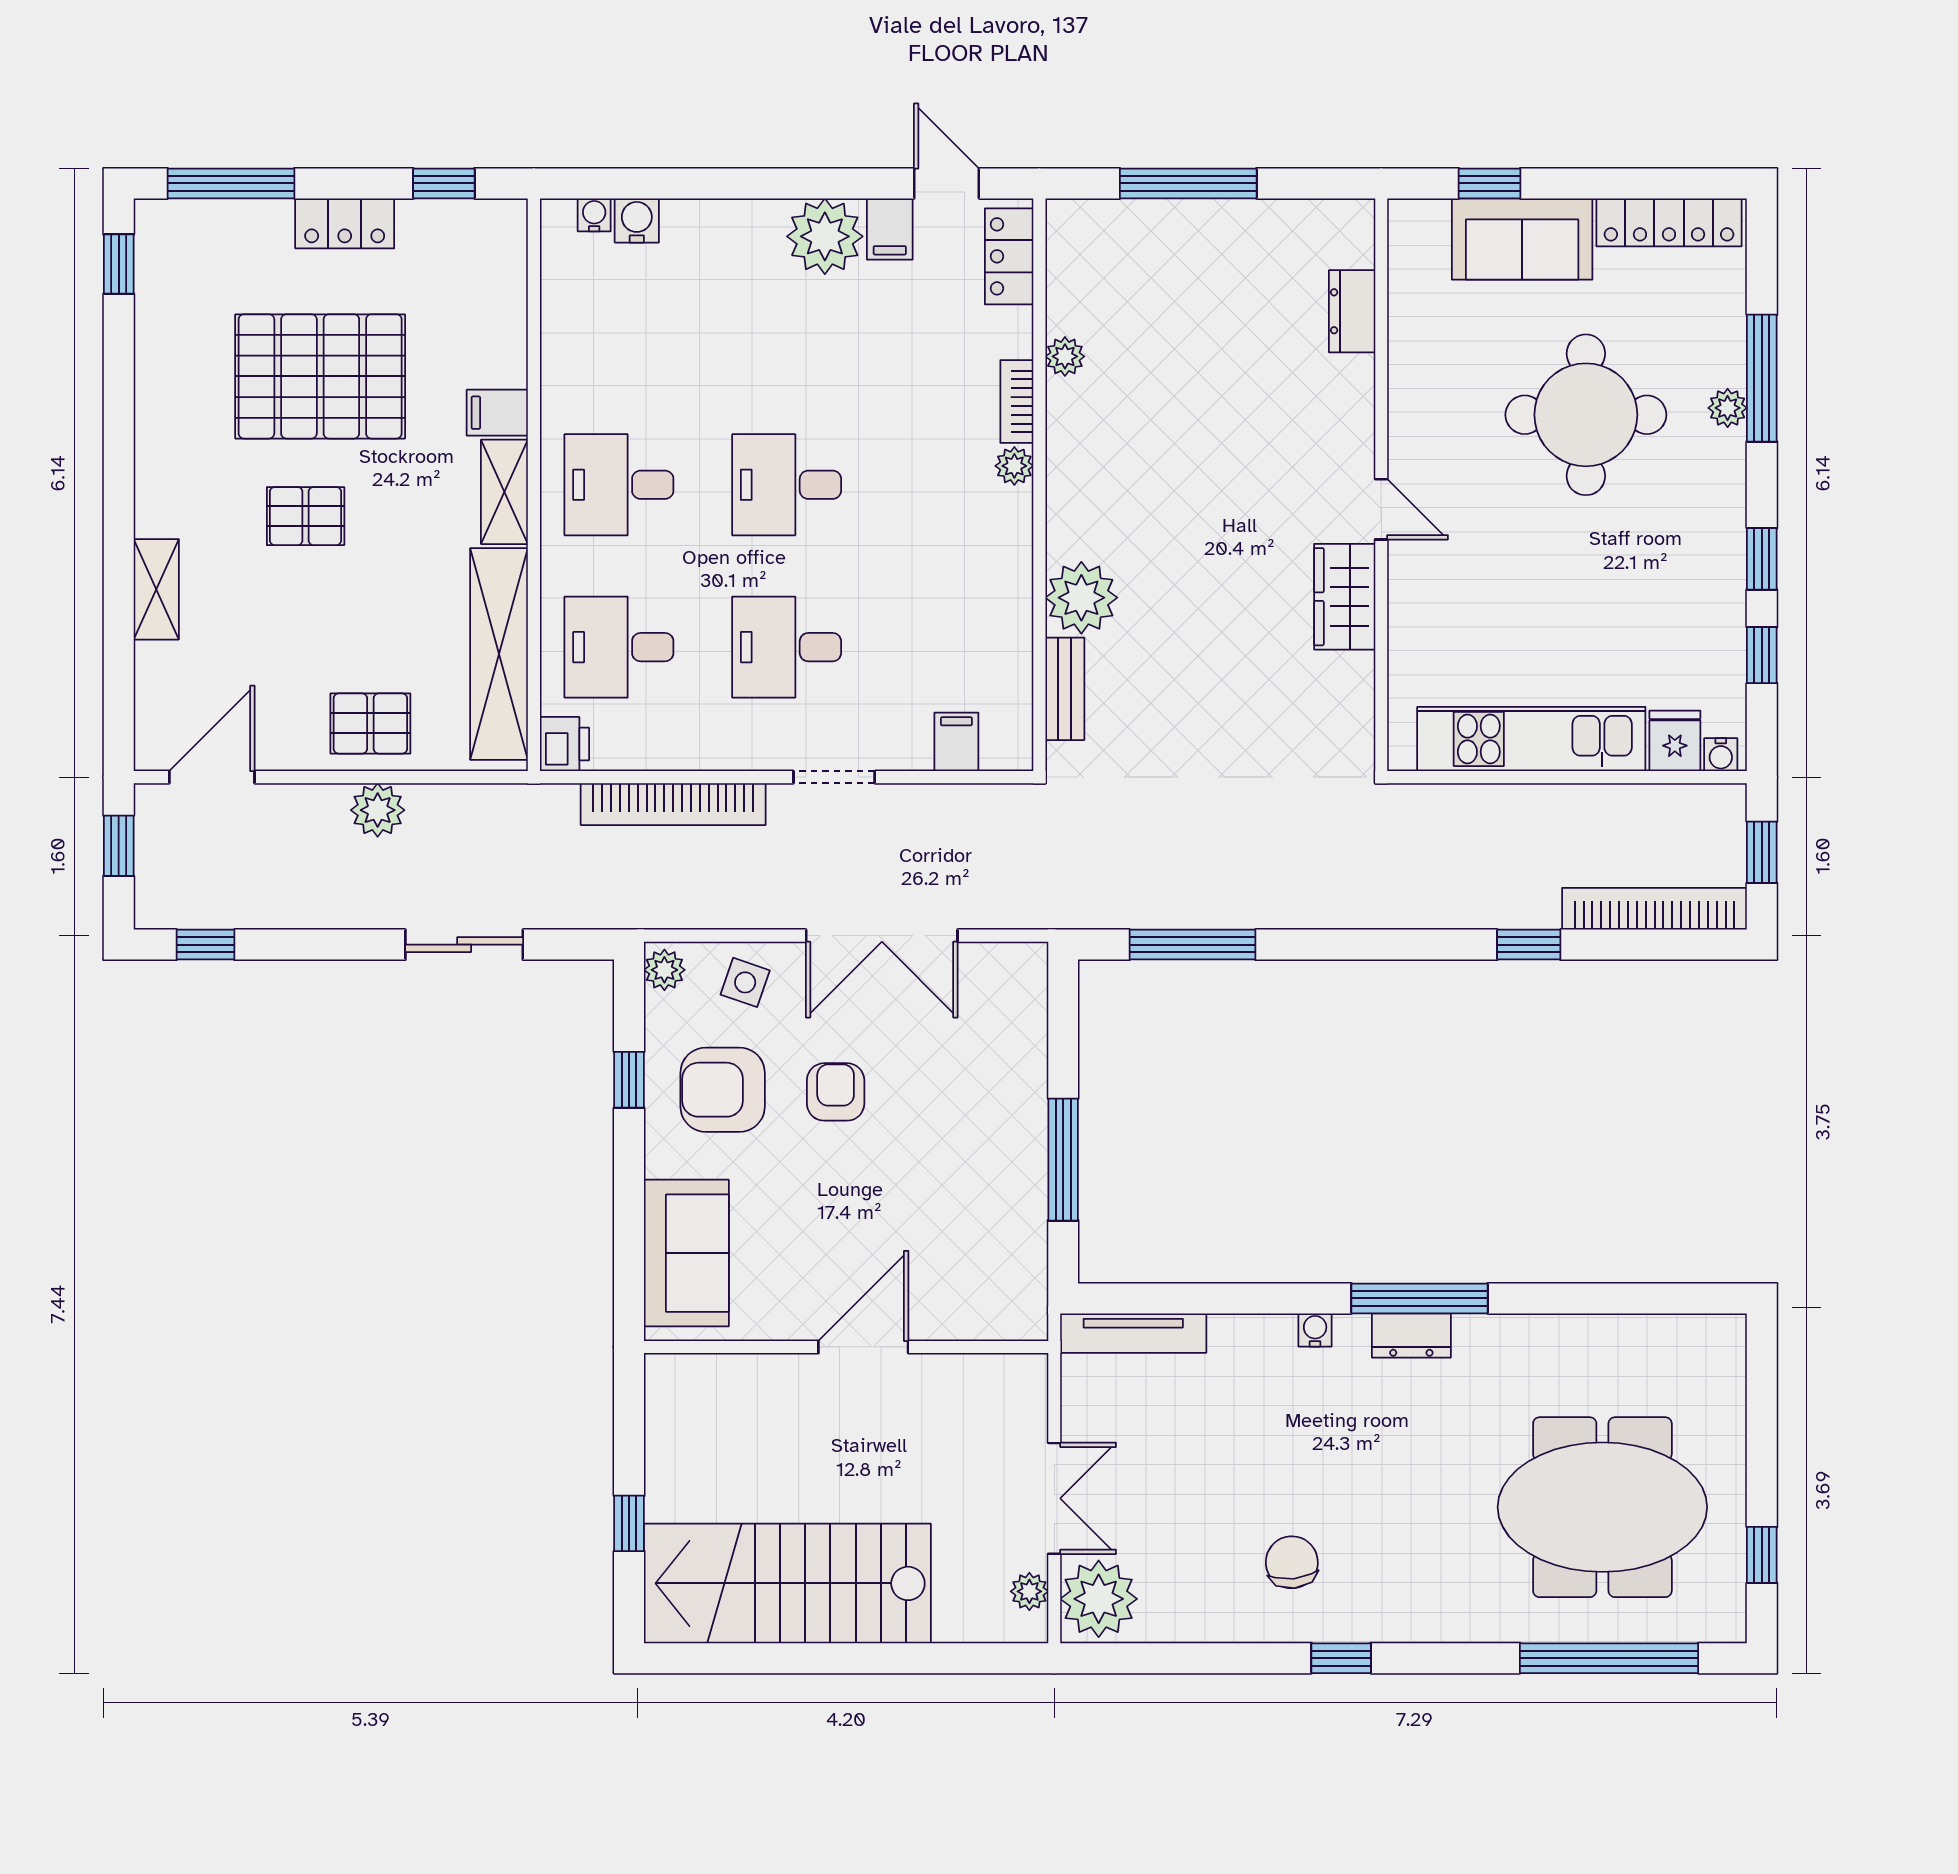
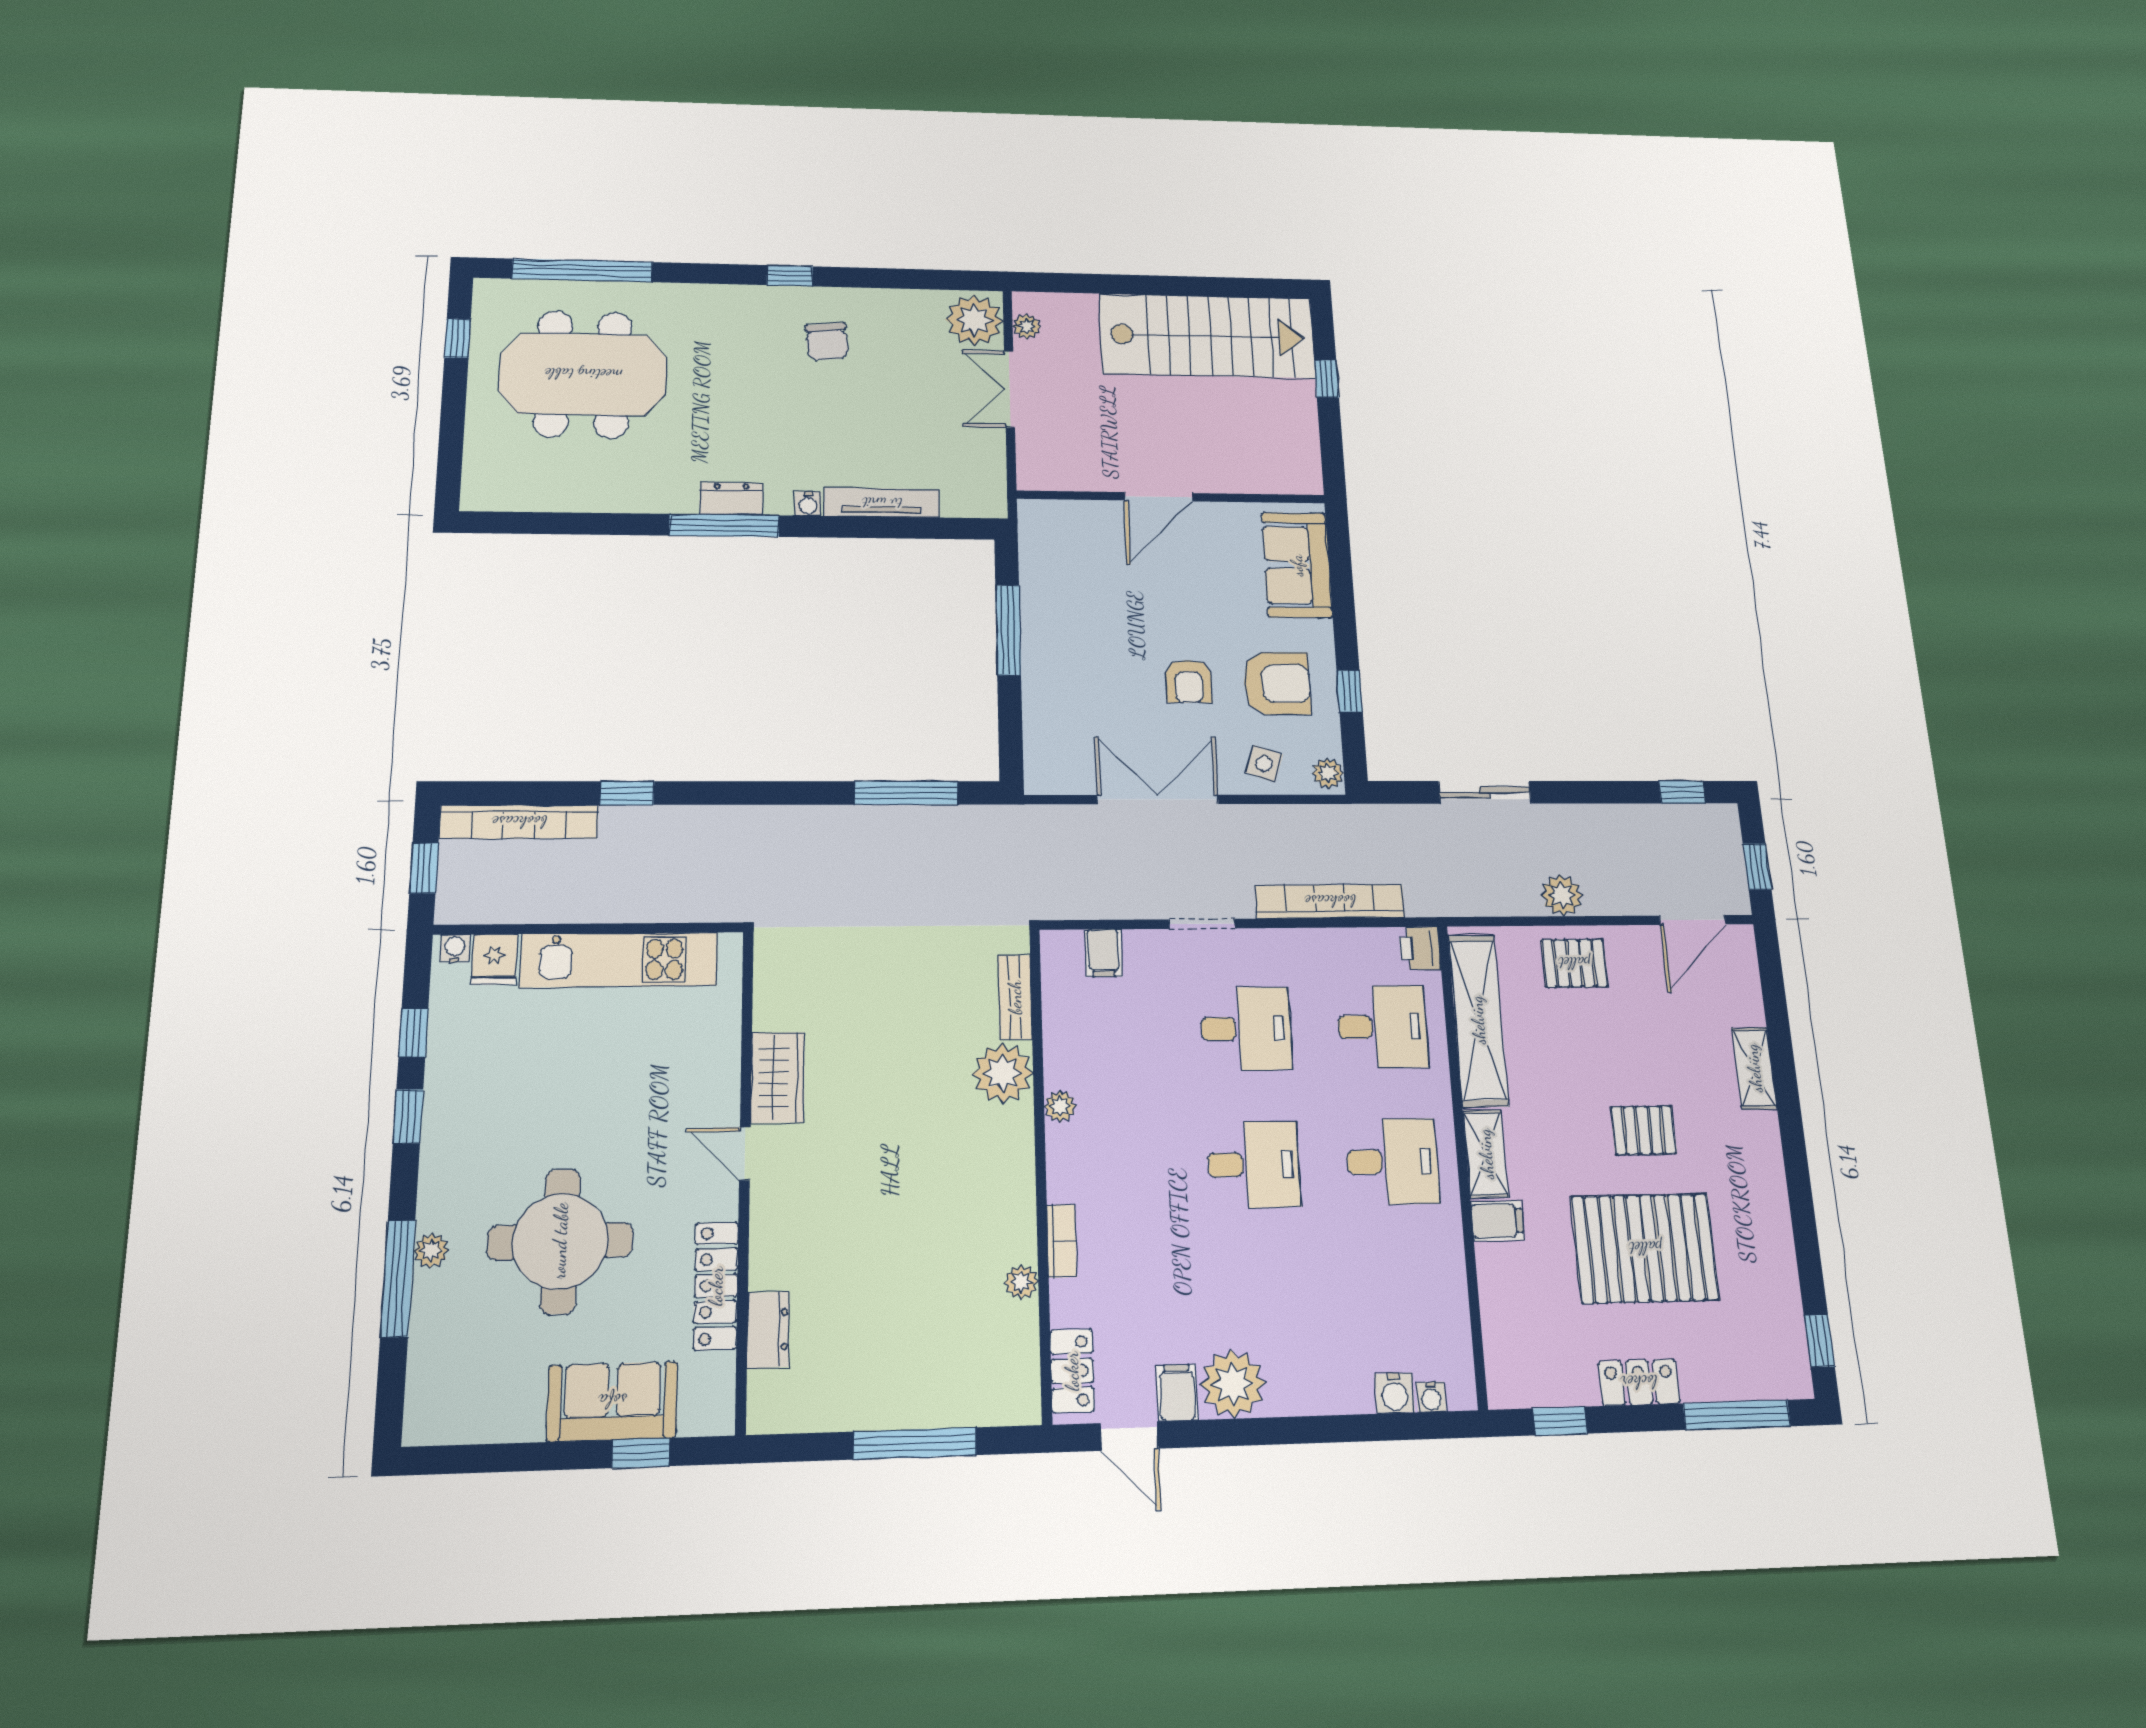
locker: (1669, 222) -> (716, 1286), moved, turned -90
plant: (1014, 466) -> (1060, 1106), moved
tv unit: (1133, 1333) -> (882, 503), moved

